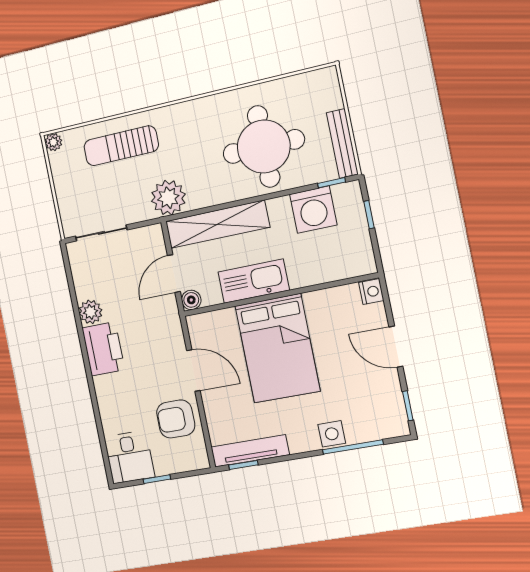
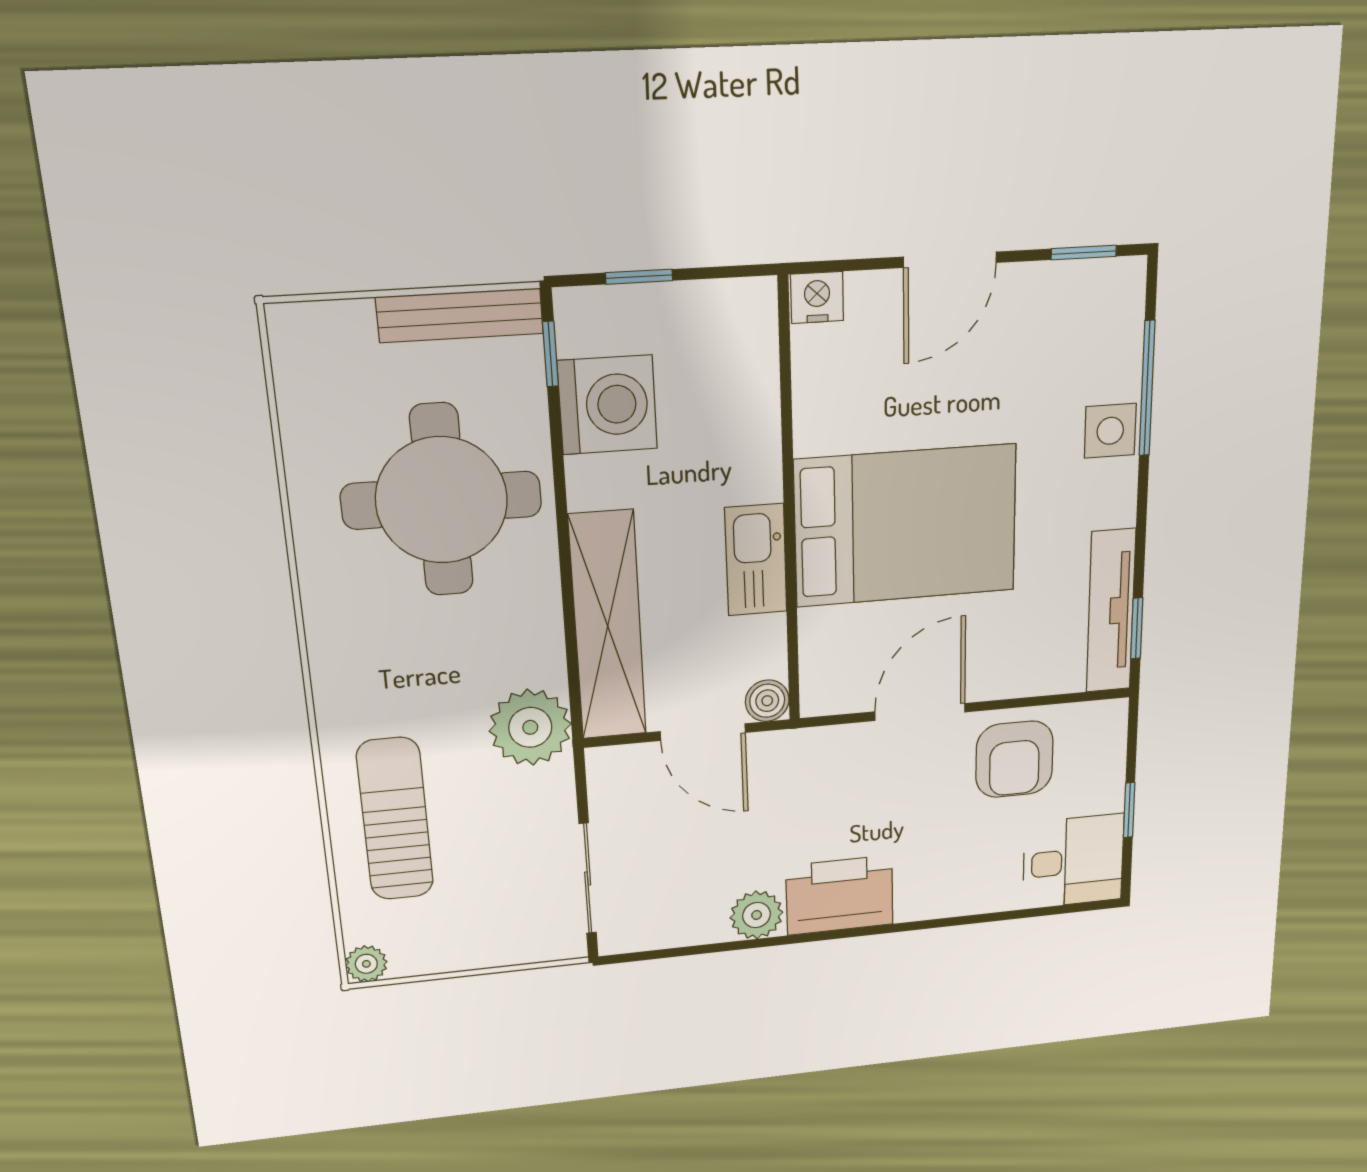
sun lounger: (121, 146) -> (395, 819), turned 180
kitchen sink: (254, 281) -> (756, 560), width x0.73, depth x0.81

